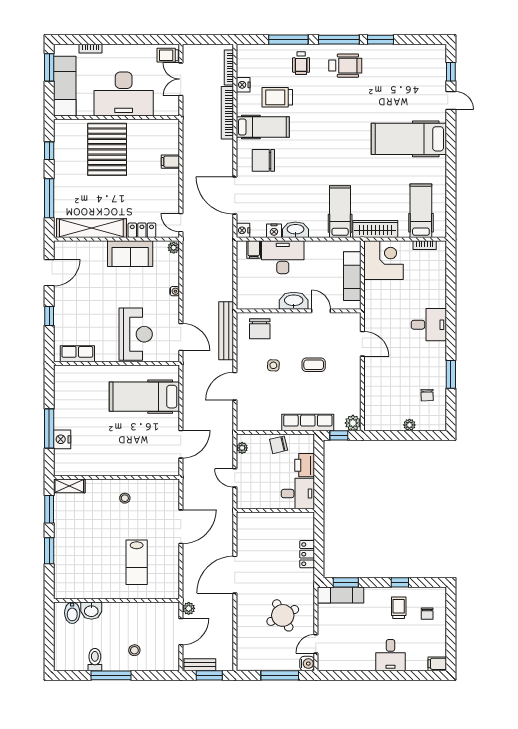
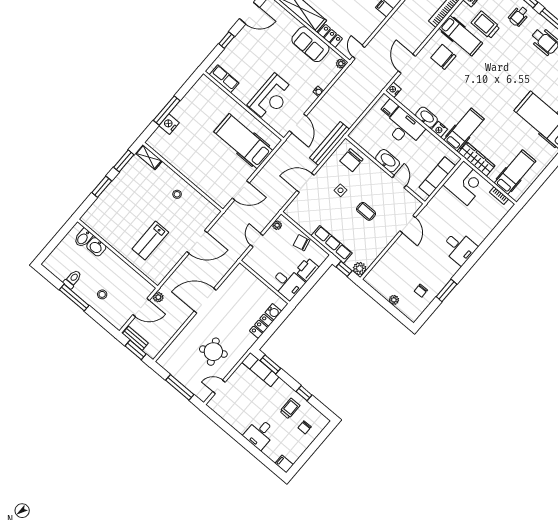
door: (235, 196) -> (407, 64), width x0.73
nightstand: (274, 231) -> (439, 129), moved
water cooler: (307, 664) -> (273, 312), moved

